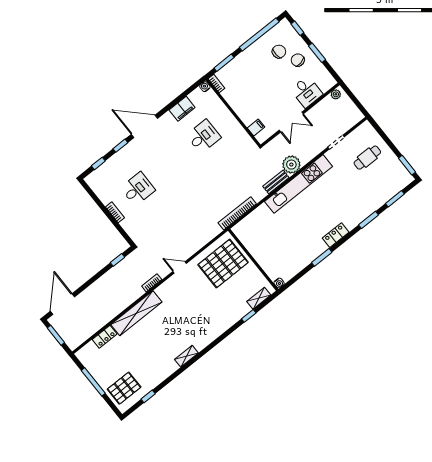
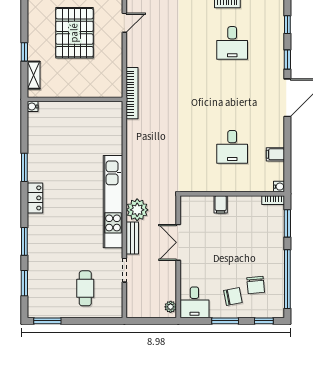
desk: (307, 92) -> (194, 302), moved, turned -90
filing cabinet: (182, 109) -> (275, 154), width x0.50
filing cabinet: (256, 127) -> (221, 204), moved
bench: (276, 182) -> (132, 238), moved
bookcase: (237, 213) -> (132, 93), moved
pallet: (223, 263) -> (74, 33), moved

